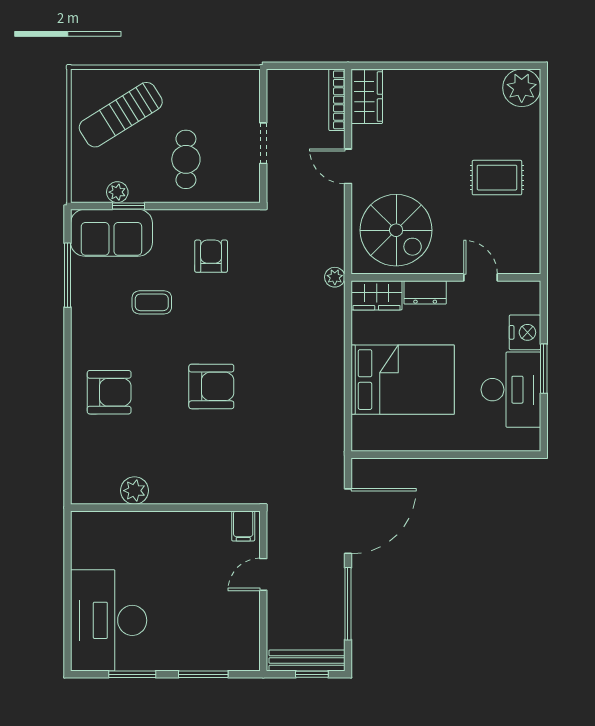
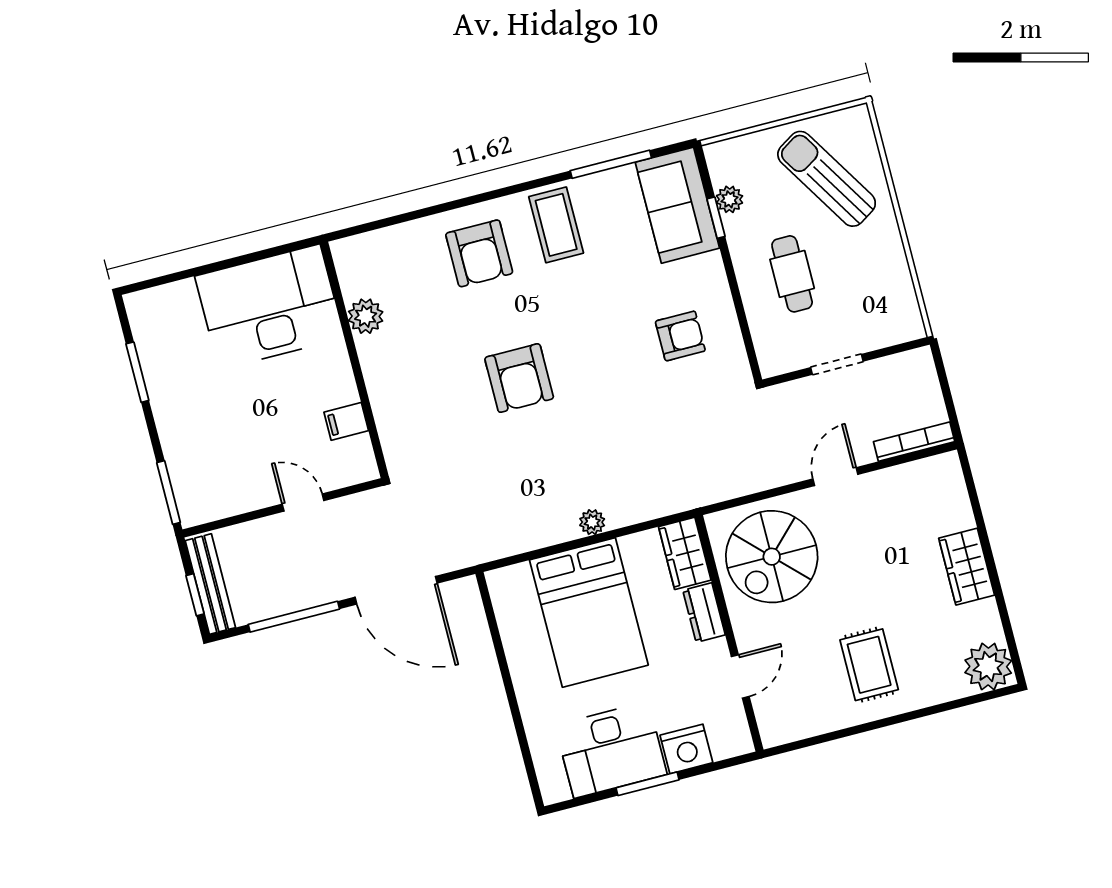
wardrobe: (367, 97) -> (967, 567), moved, turned 90
cafe table: (186, 159) -> (792, 274), turned 90
plant: (335, 277) -> (592, 522), moved
coffee table: (152, 302) -> (556, 225), moved, width x1.36, depth x1.30
filing cabinet: (243, 526) -> (346, 421), moved
desk: (109, 620) -> (270, 307), moved
window: (203, 674) -> (169, 492), moved

